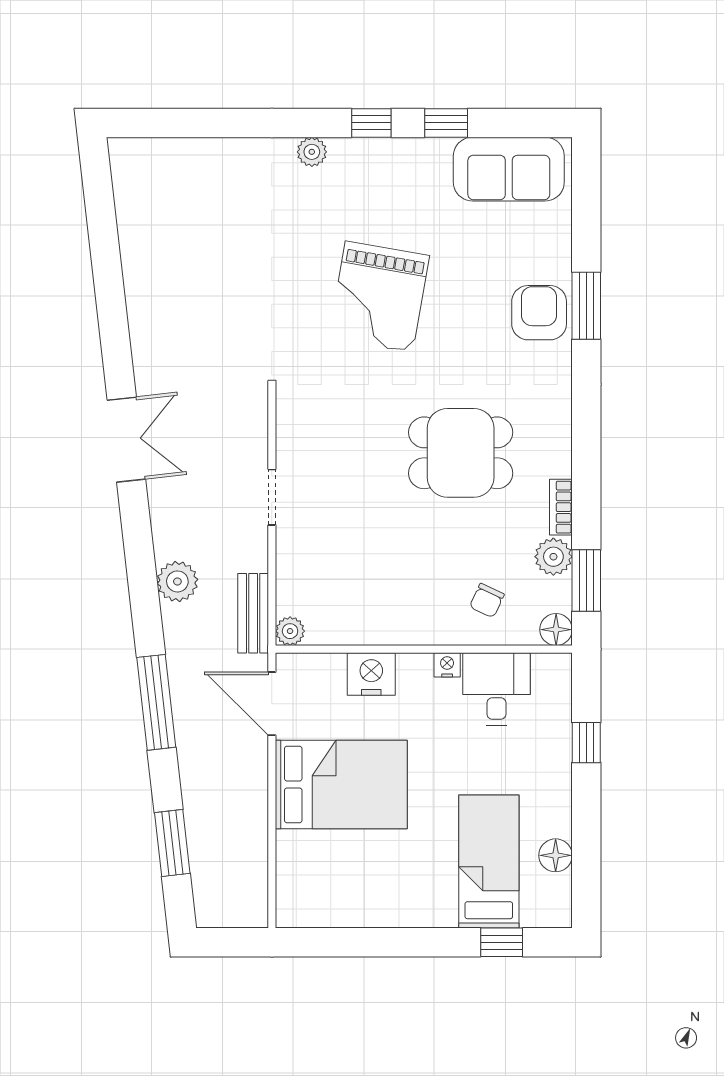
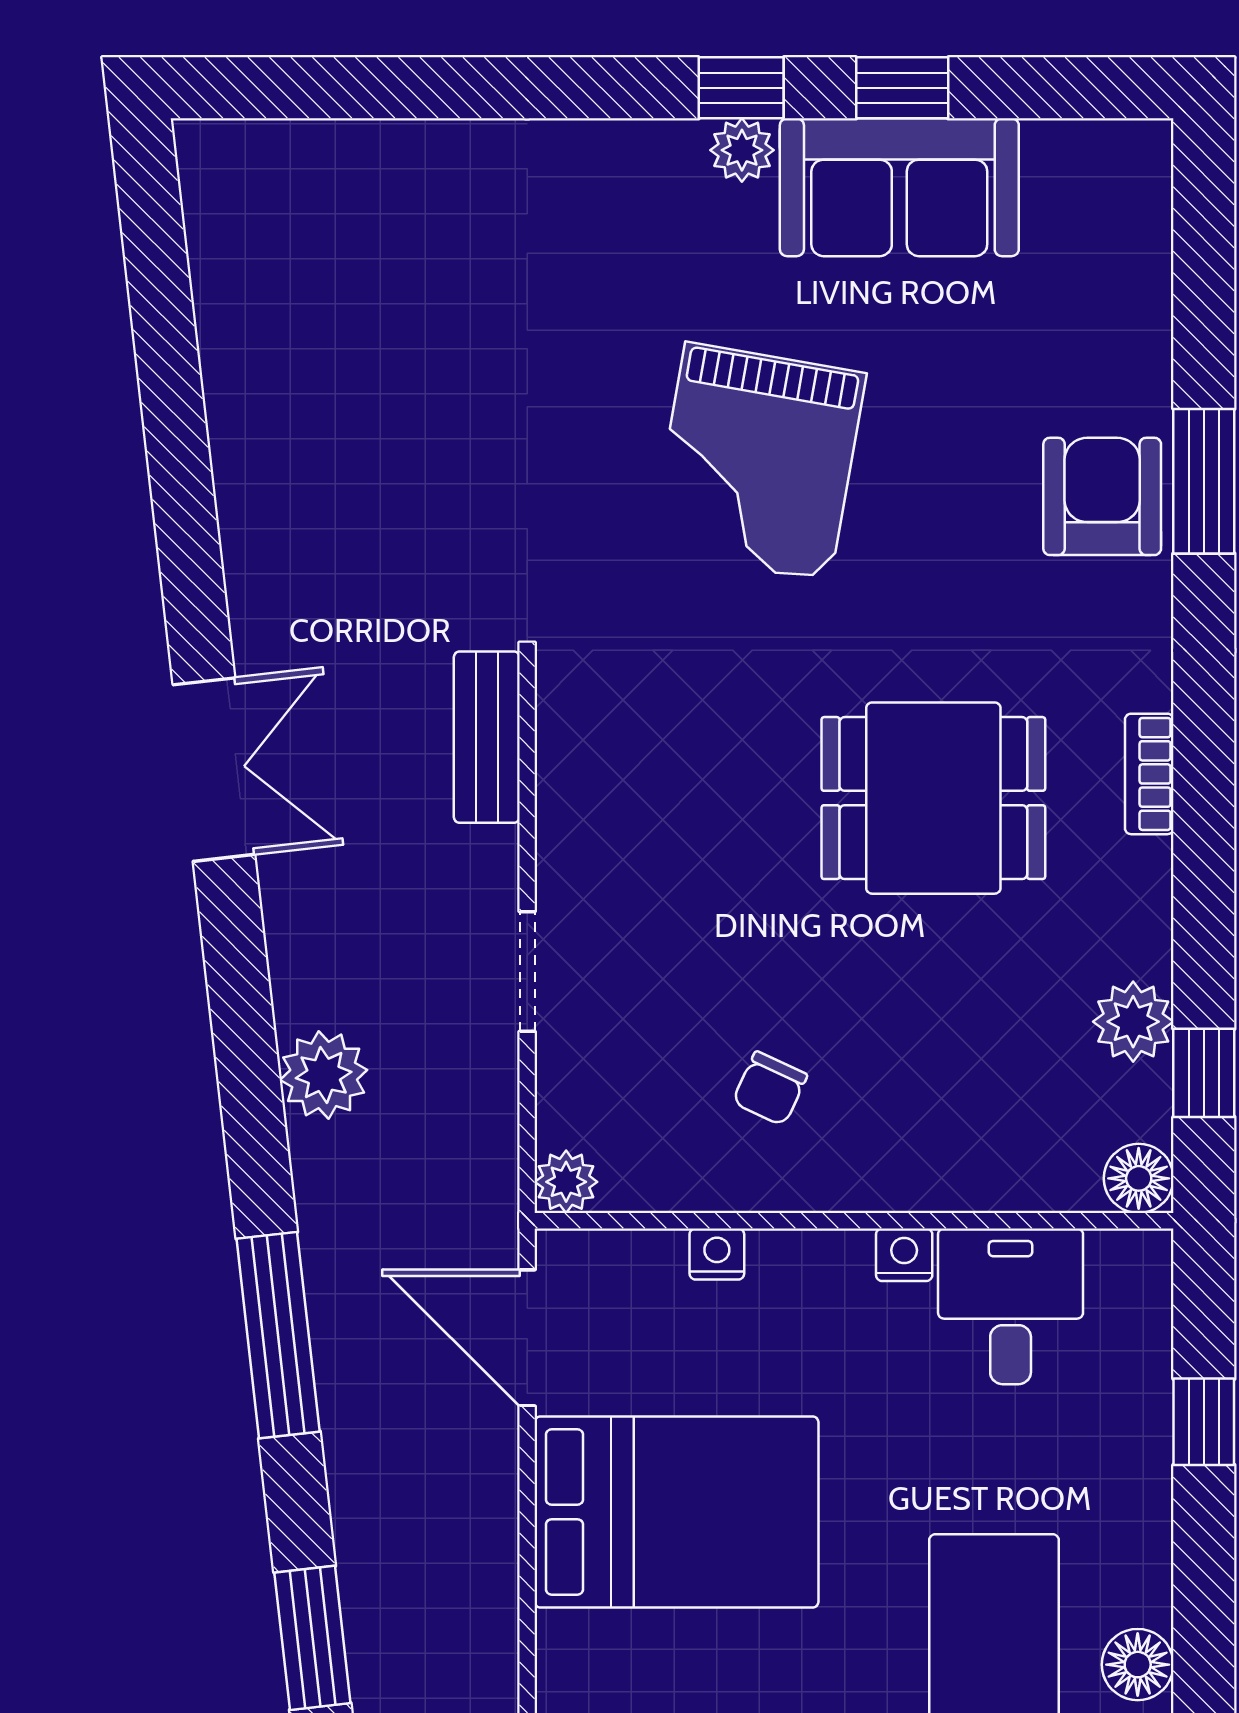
plant: (312, 152) -> (742, 150), moved
sofa: (509, 169) -> (899, 187), moved
doorway: (272, 497) -> (527, 971), moved
bookcase: (561, 507) -> (1149, 774), moved
window: (586, 580) -> (1204, 1073), width x0.67
chair: (487, 601) -> (770, 1088), moved
bench: (253, 613) -> (487, 737), moved
nightstand: (371, 674) -> (717, 1254), width x0.53, depth x0.56

